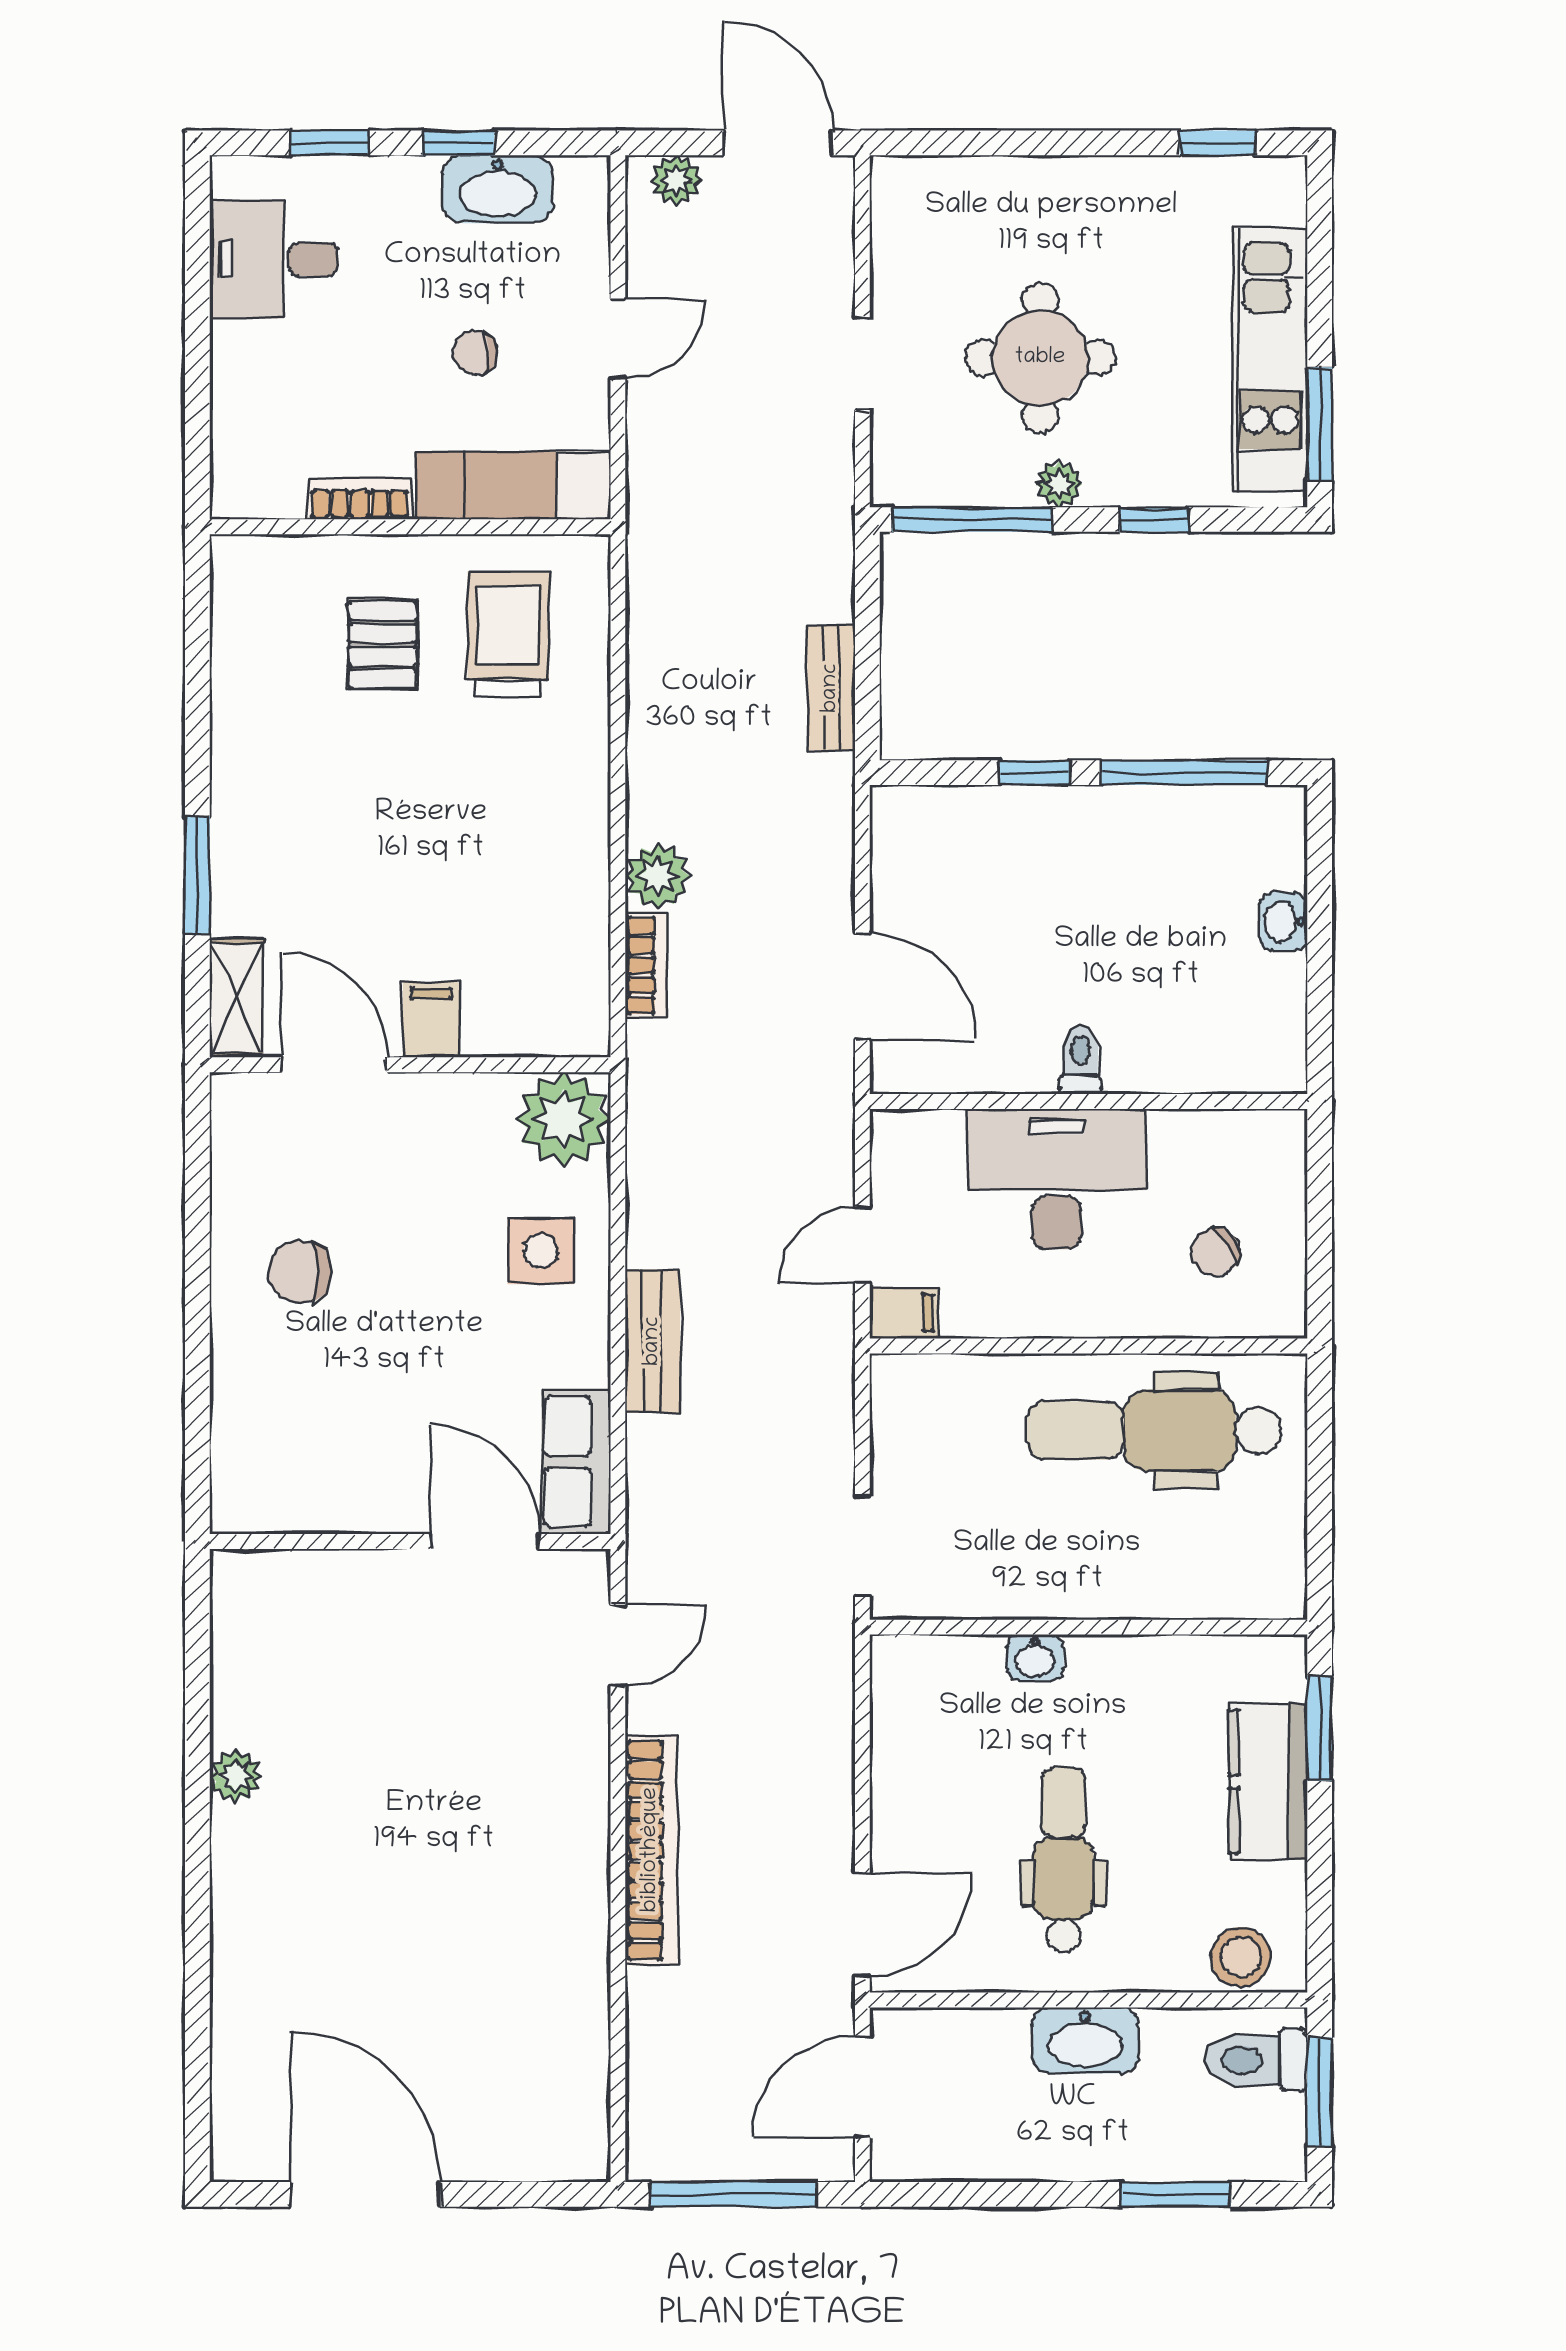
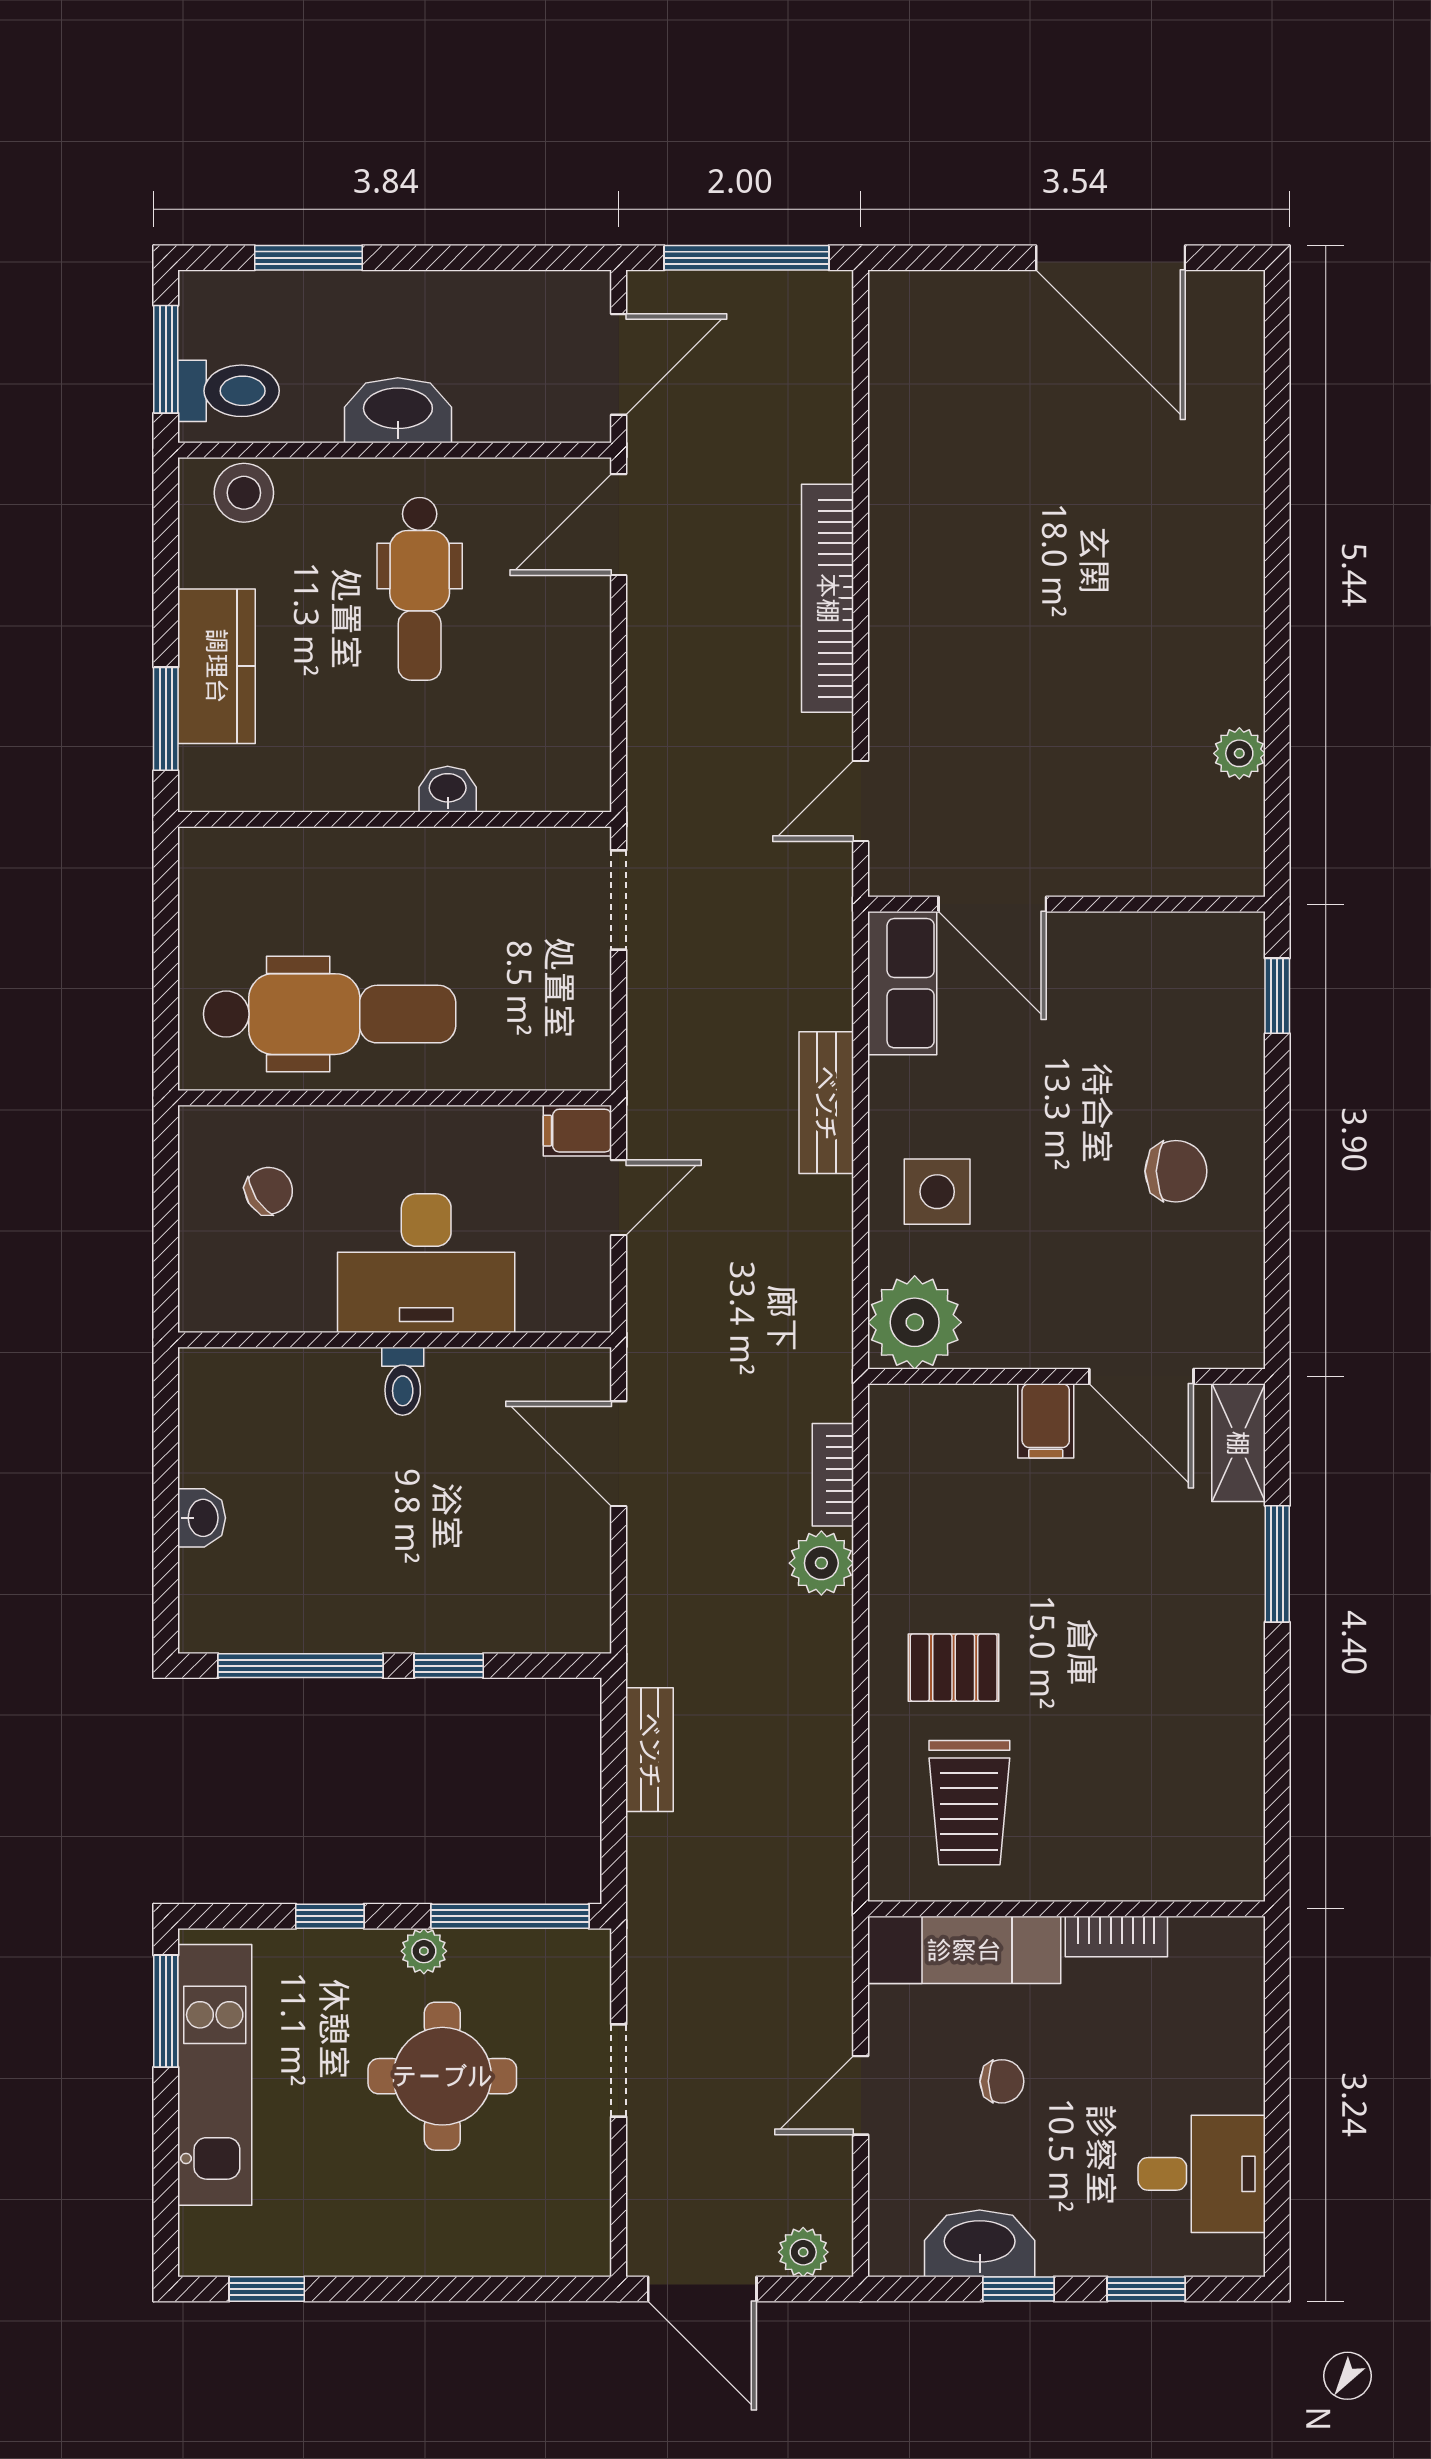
pallet: (383, 645) -> (954, 1668), moved, turned 90
window: (197, 1449) -> (1277, 996), added
plant: (236, 1776) -> (1239, 753), moved

